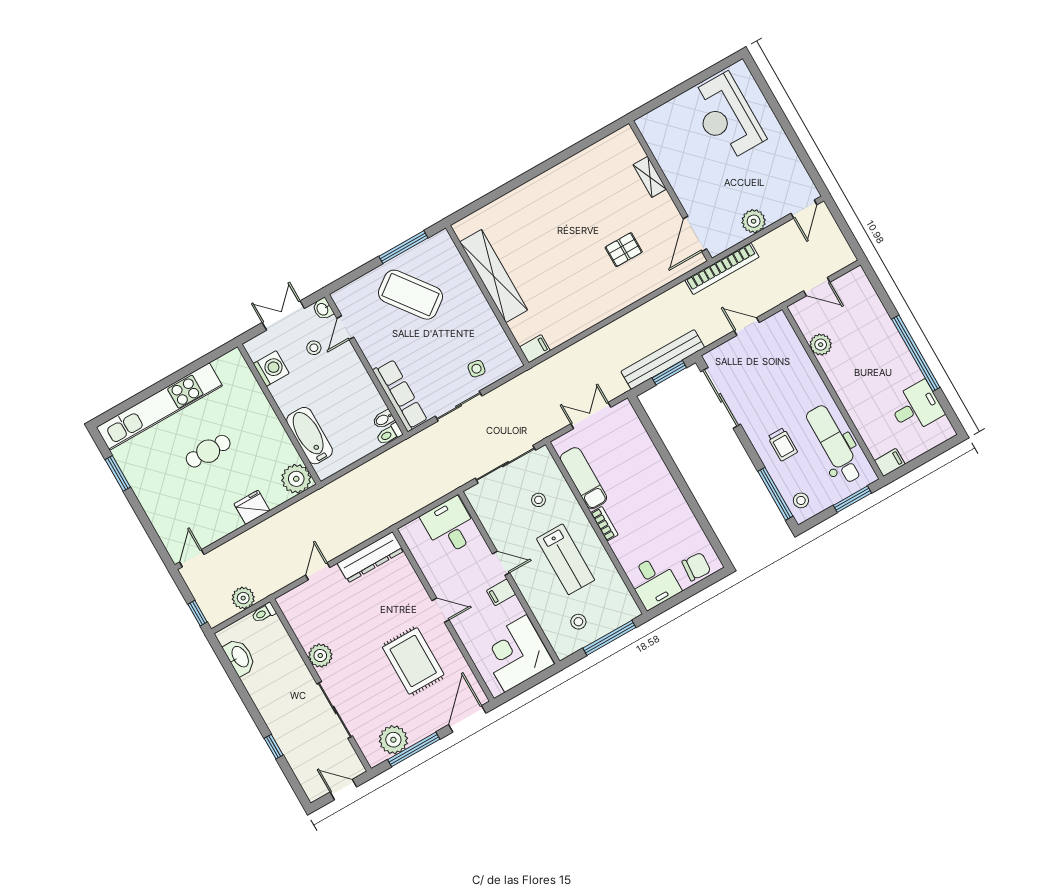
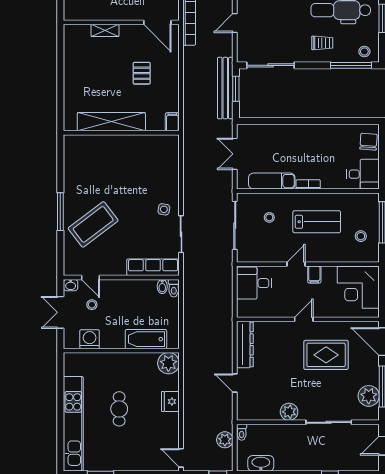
shelving: (494, 276) -> (111, 122), moved
wall: (487, 295) -> (121, 133), moved
filing cabinet: (535, 349) -> (172, 122), moved

